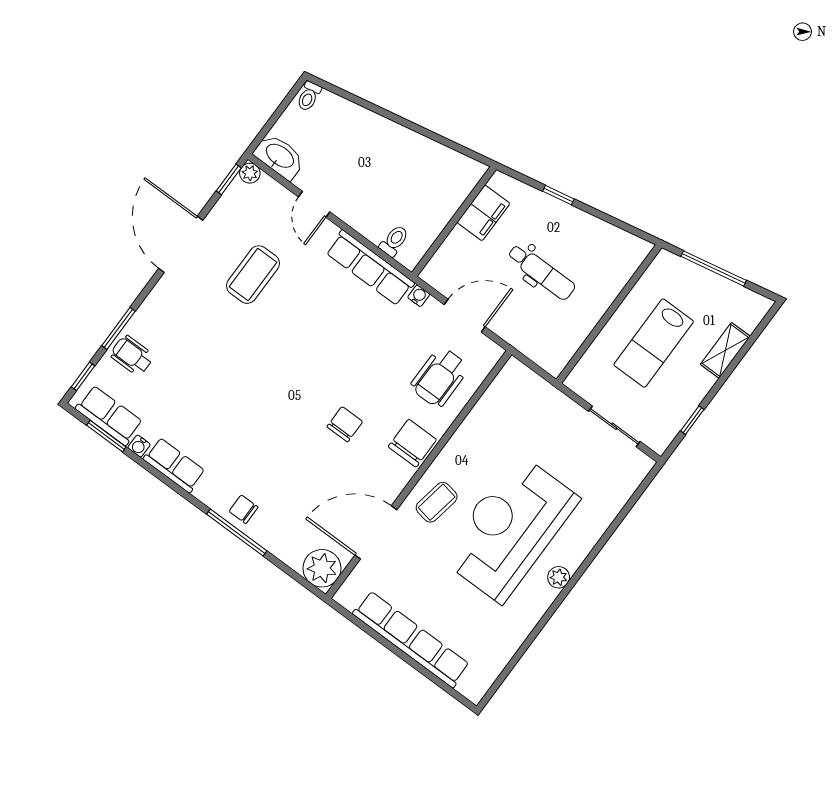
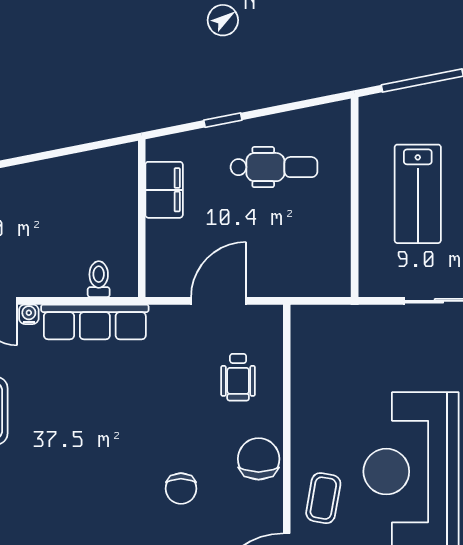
dental chair: (541, 272) -> (274, 167), moved
water cooler: (419, 296) -> (29, 314), moved
wheelchair: (440, 377) -> (238, 377), width x0.73, depth x0.73
chair: (345, 424) -> (181, 489), turned 180

